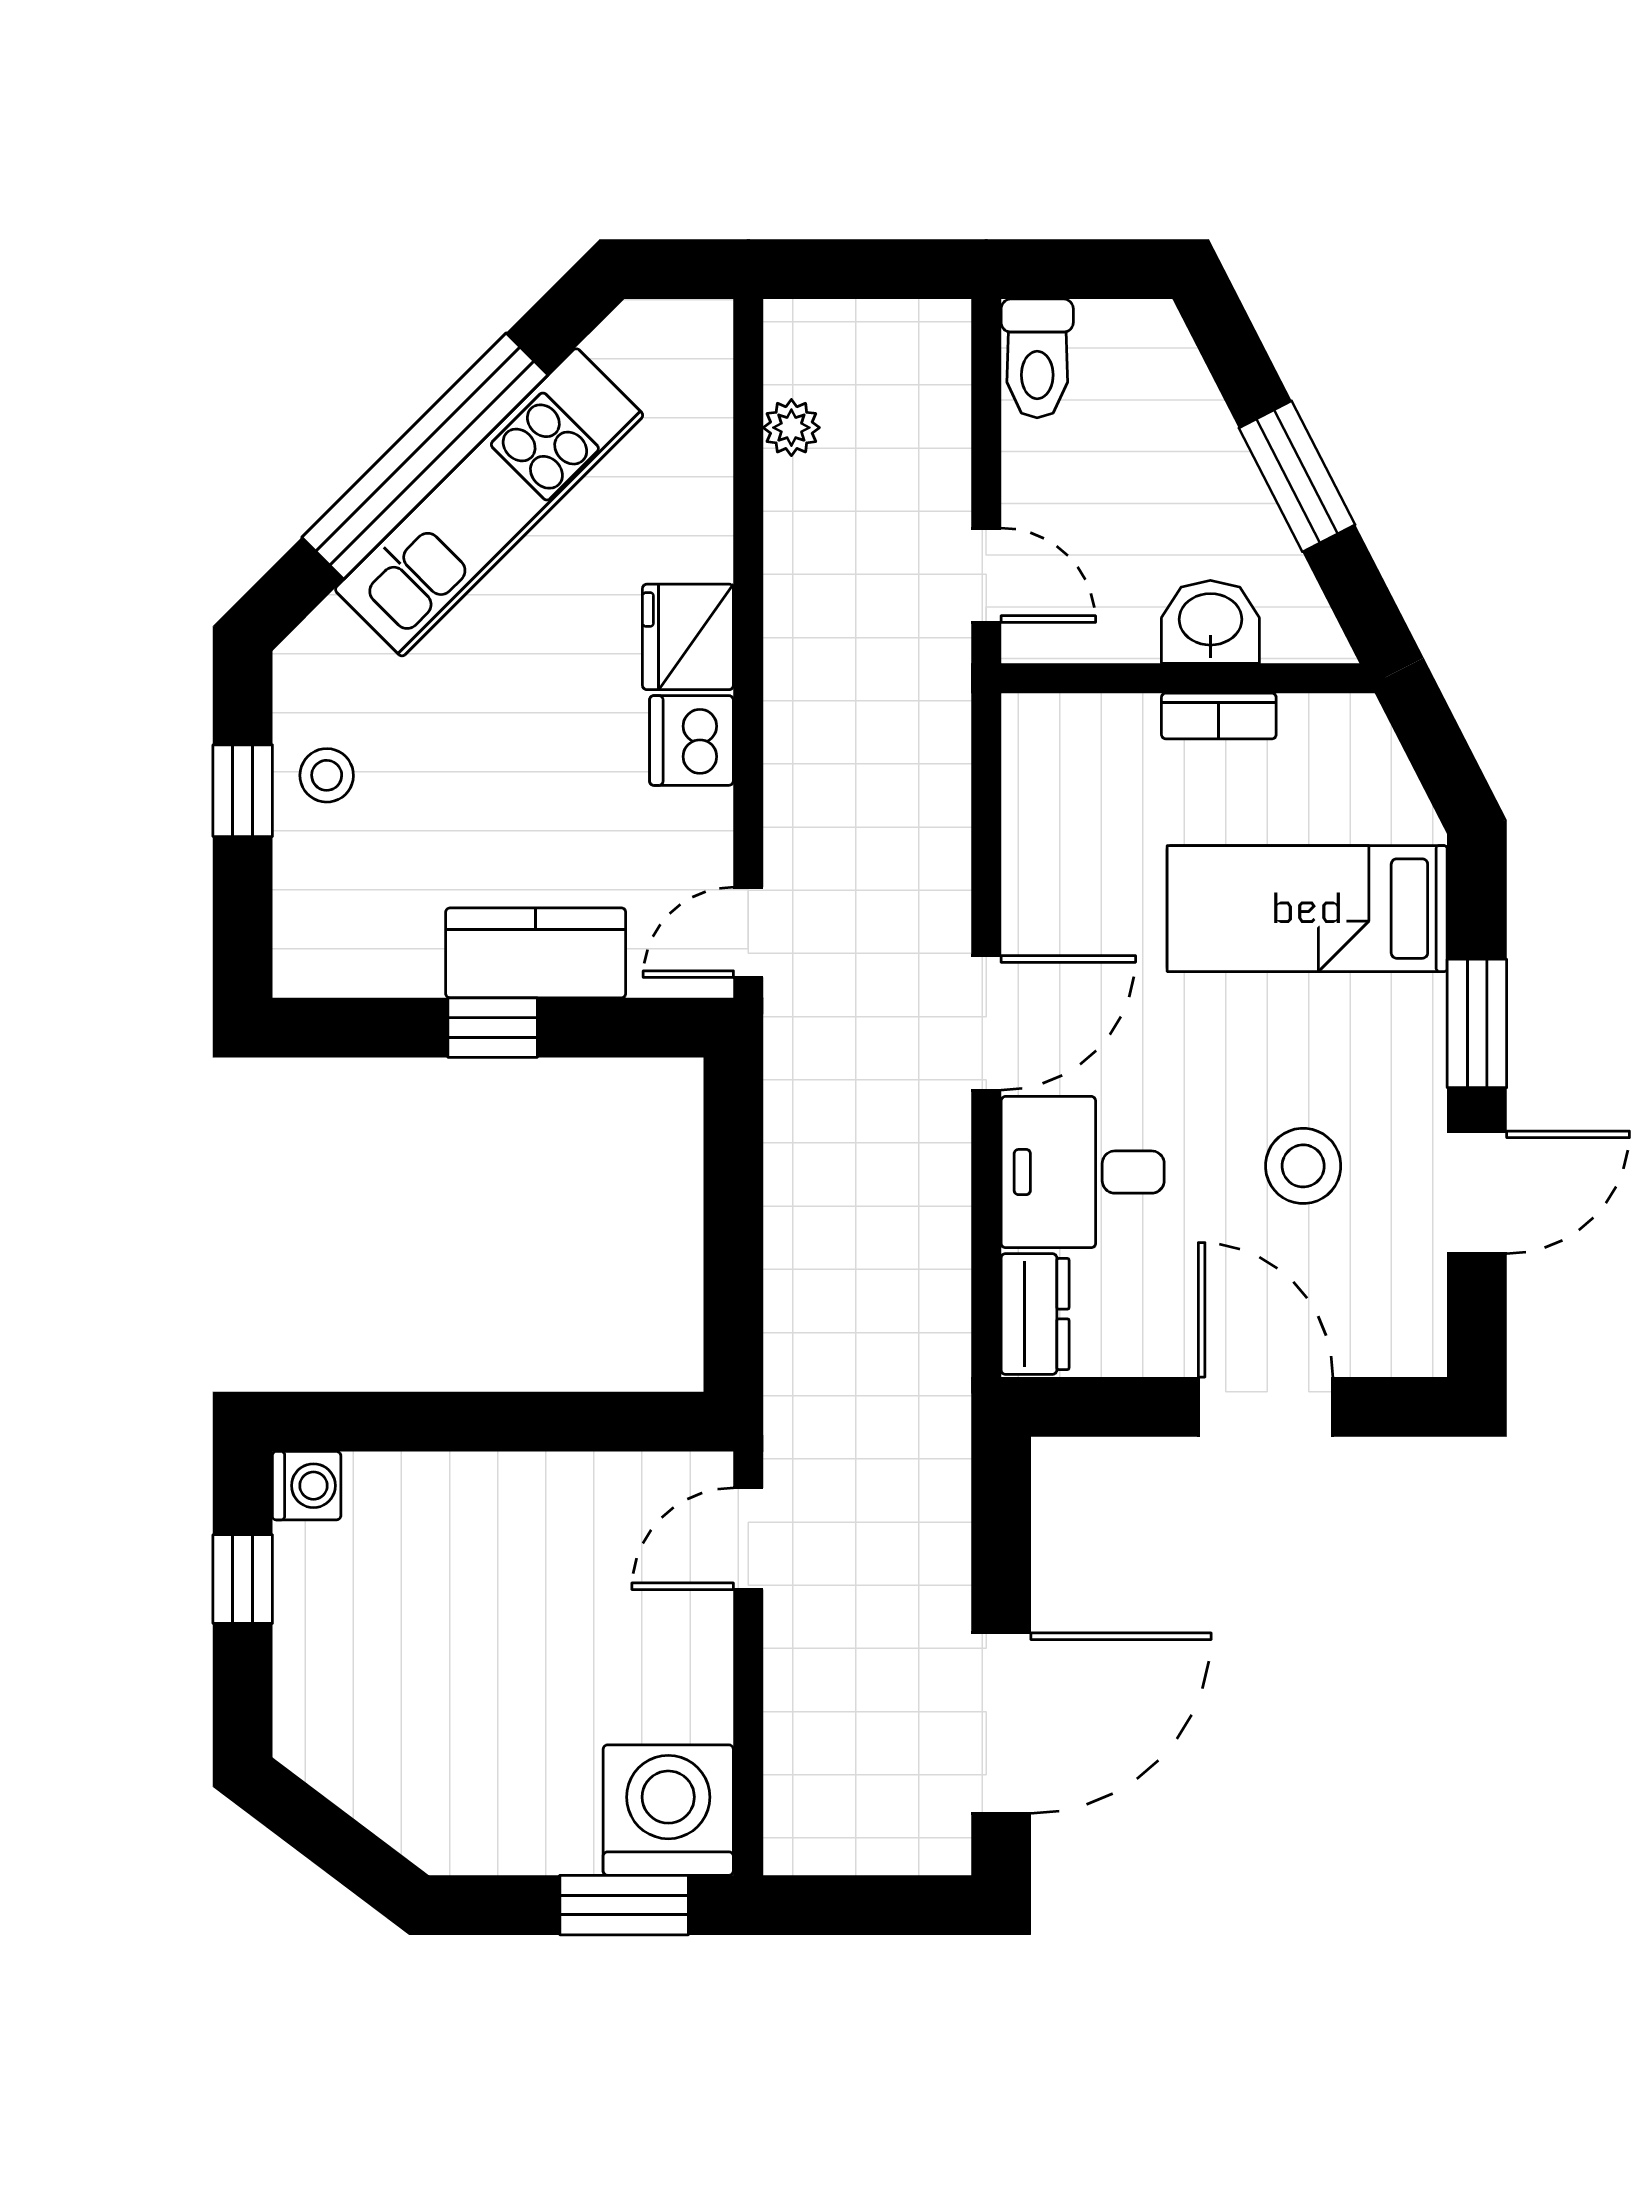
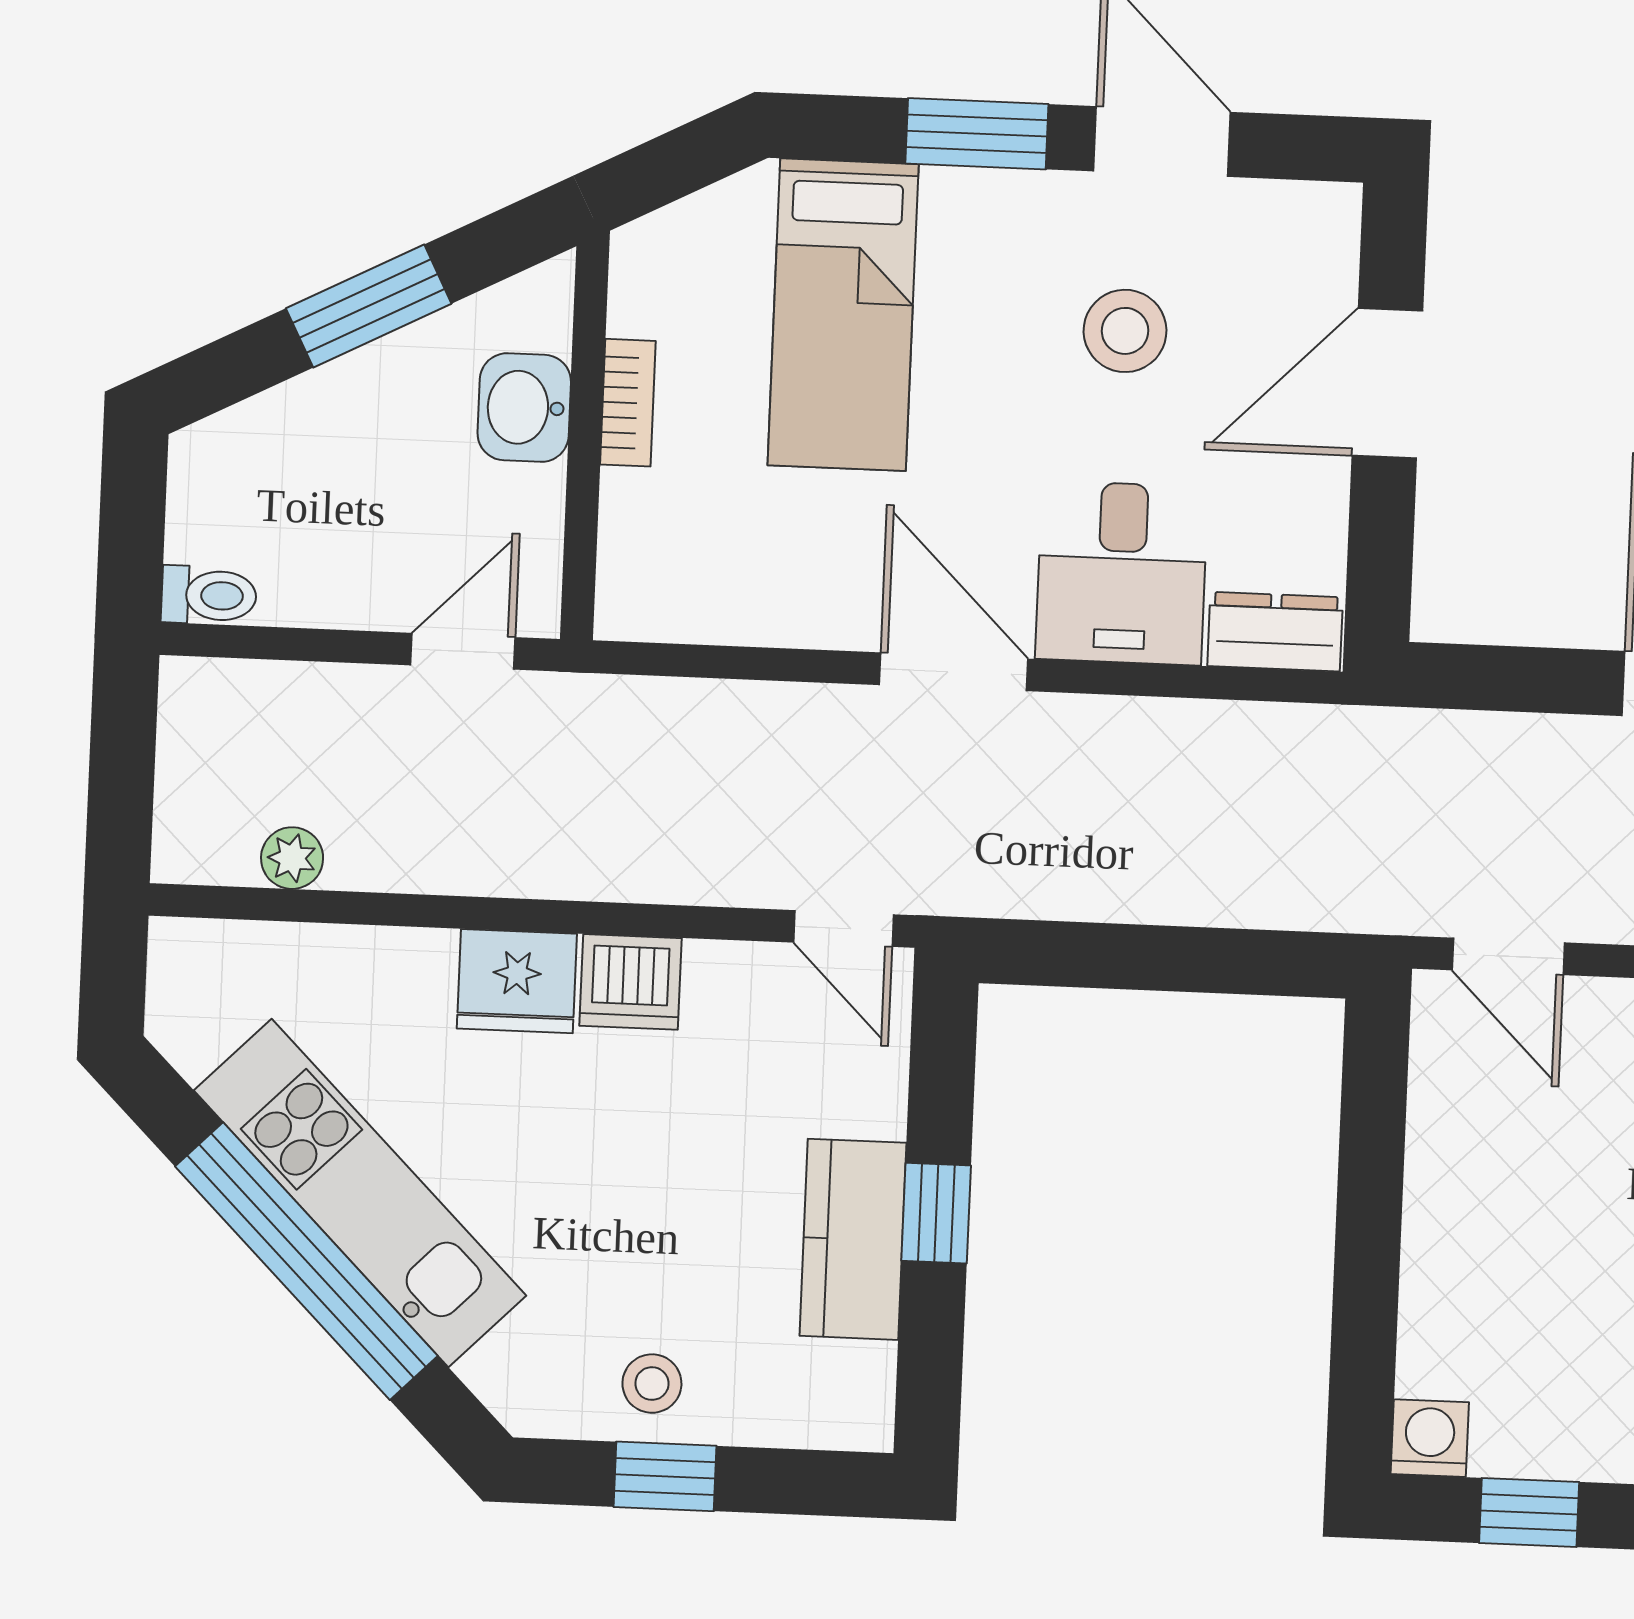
toilet: (1037, 358) -> (209, 595), width x0.73, depth x0.72
kitchen counter: (536, 953) -> (853, 1239), moved

